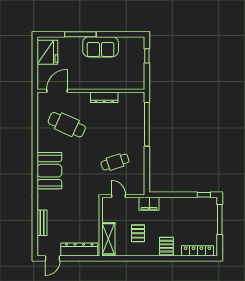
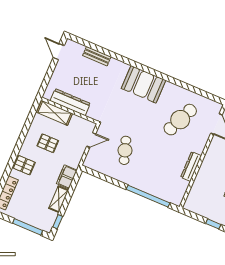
shelving: (183, 202) -> (59, 199), added
filing cabinet: (149, 204) -> (67, 177), moved
dresser: (79, 249) -> (70, 102), moved, turned -90

